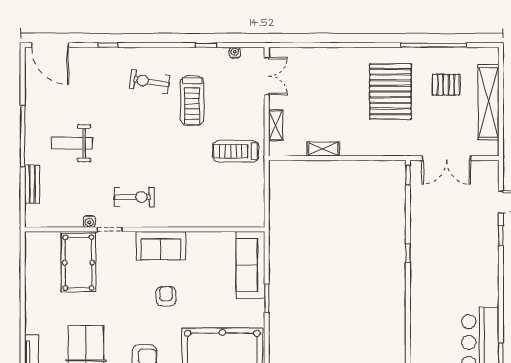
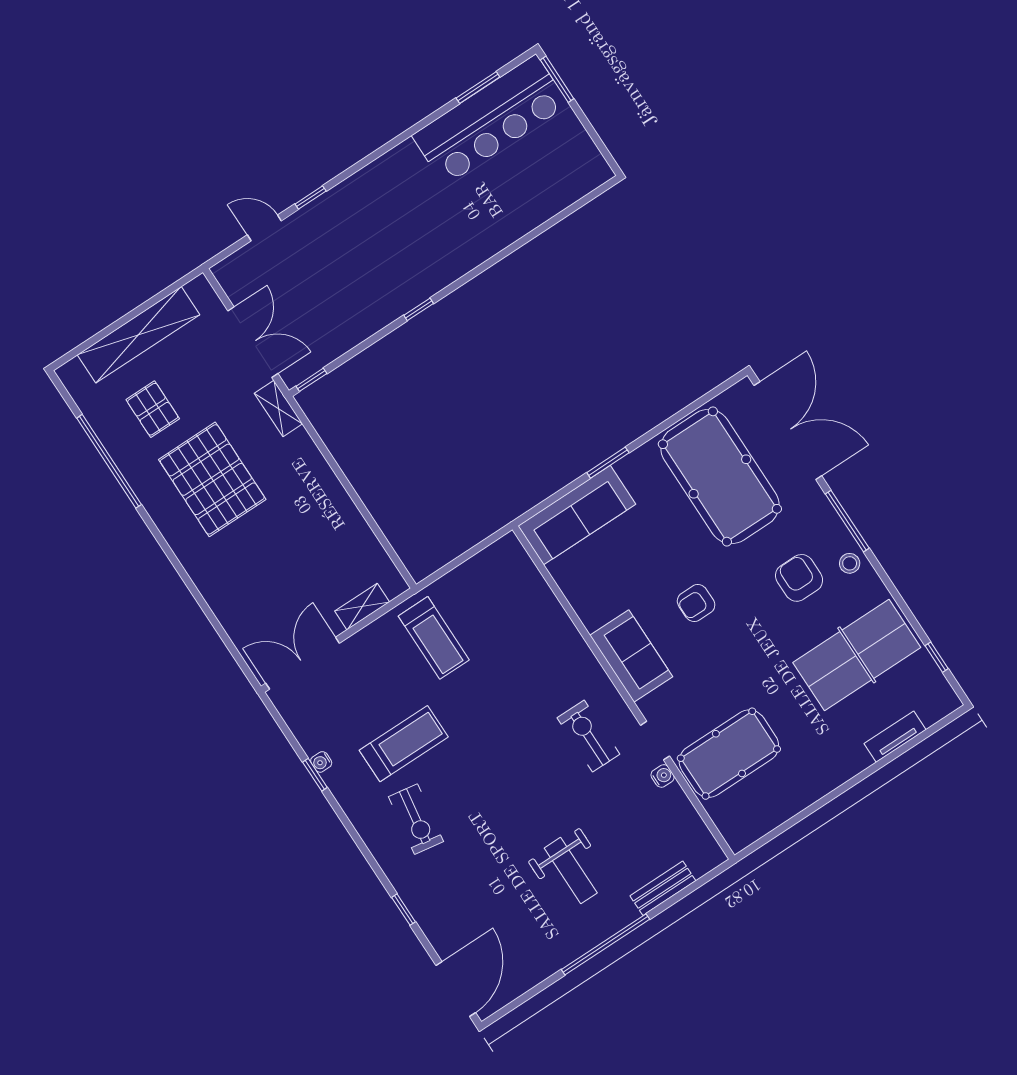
water cooler: (235, 53) -> (321, 762), moved
double door: (267, 76) -> (303, 663), width x1.37
pallet: (390, 92) -> (212, 479), turned 90
shelving: (323, 149) -> (278, 409), moved

